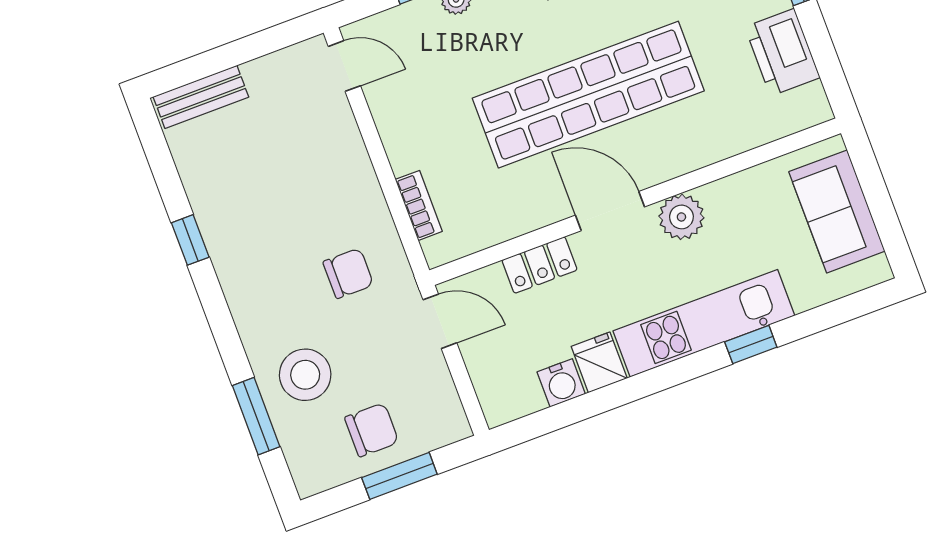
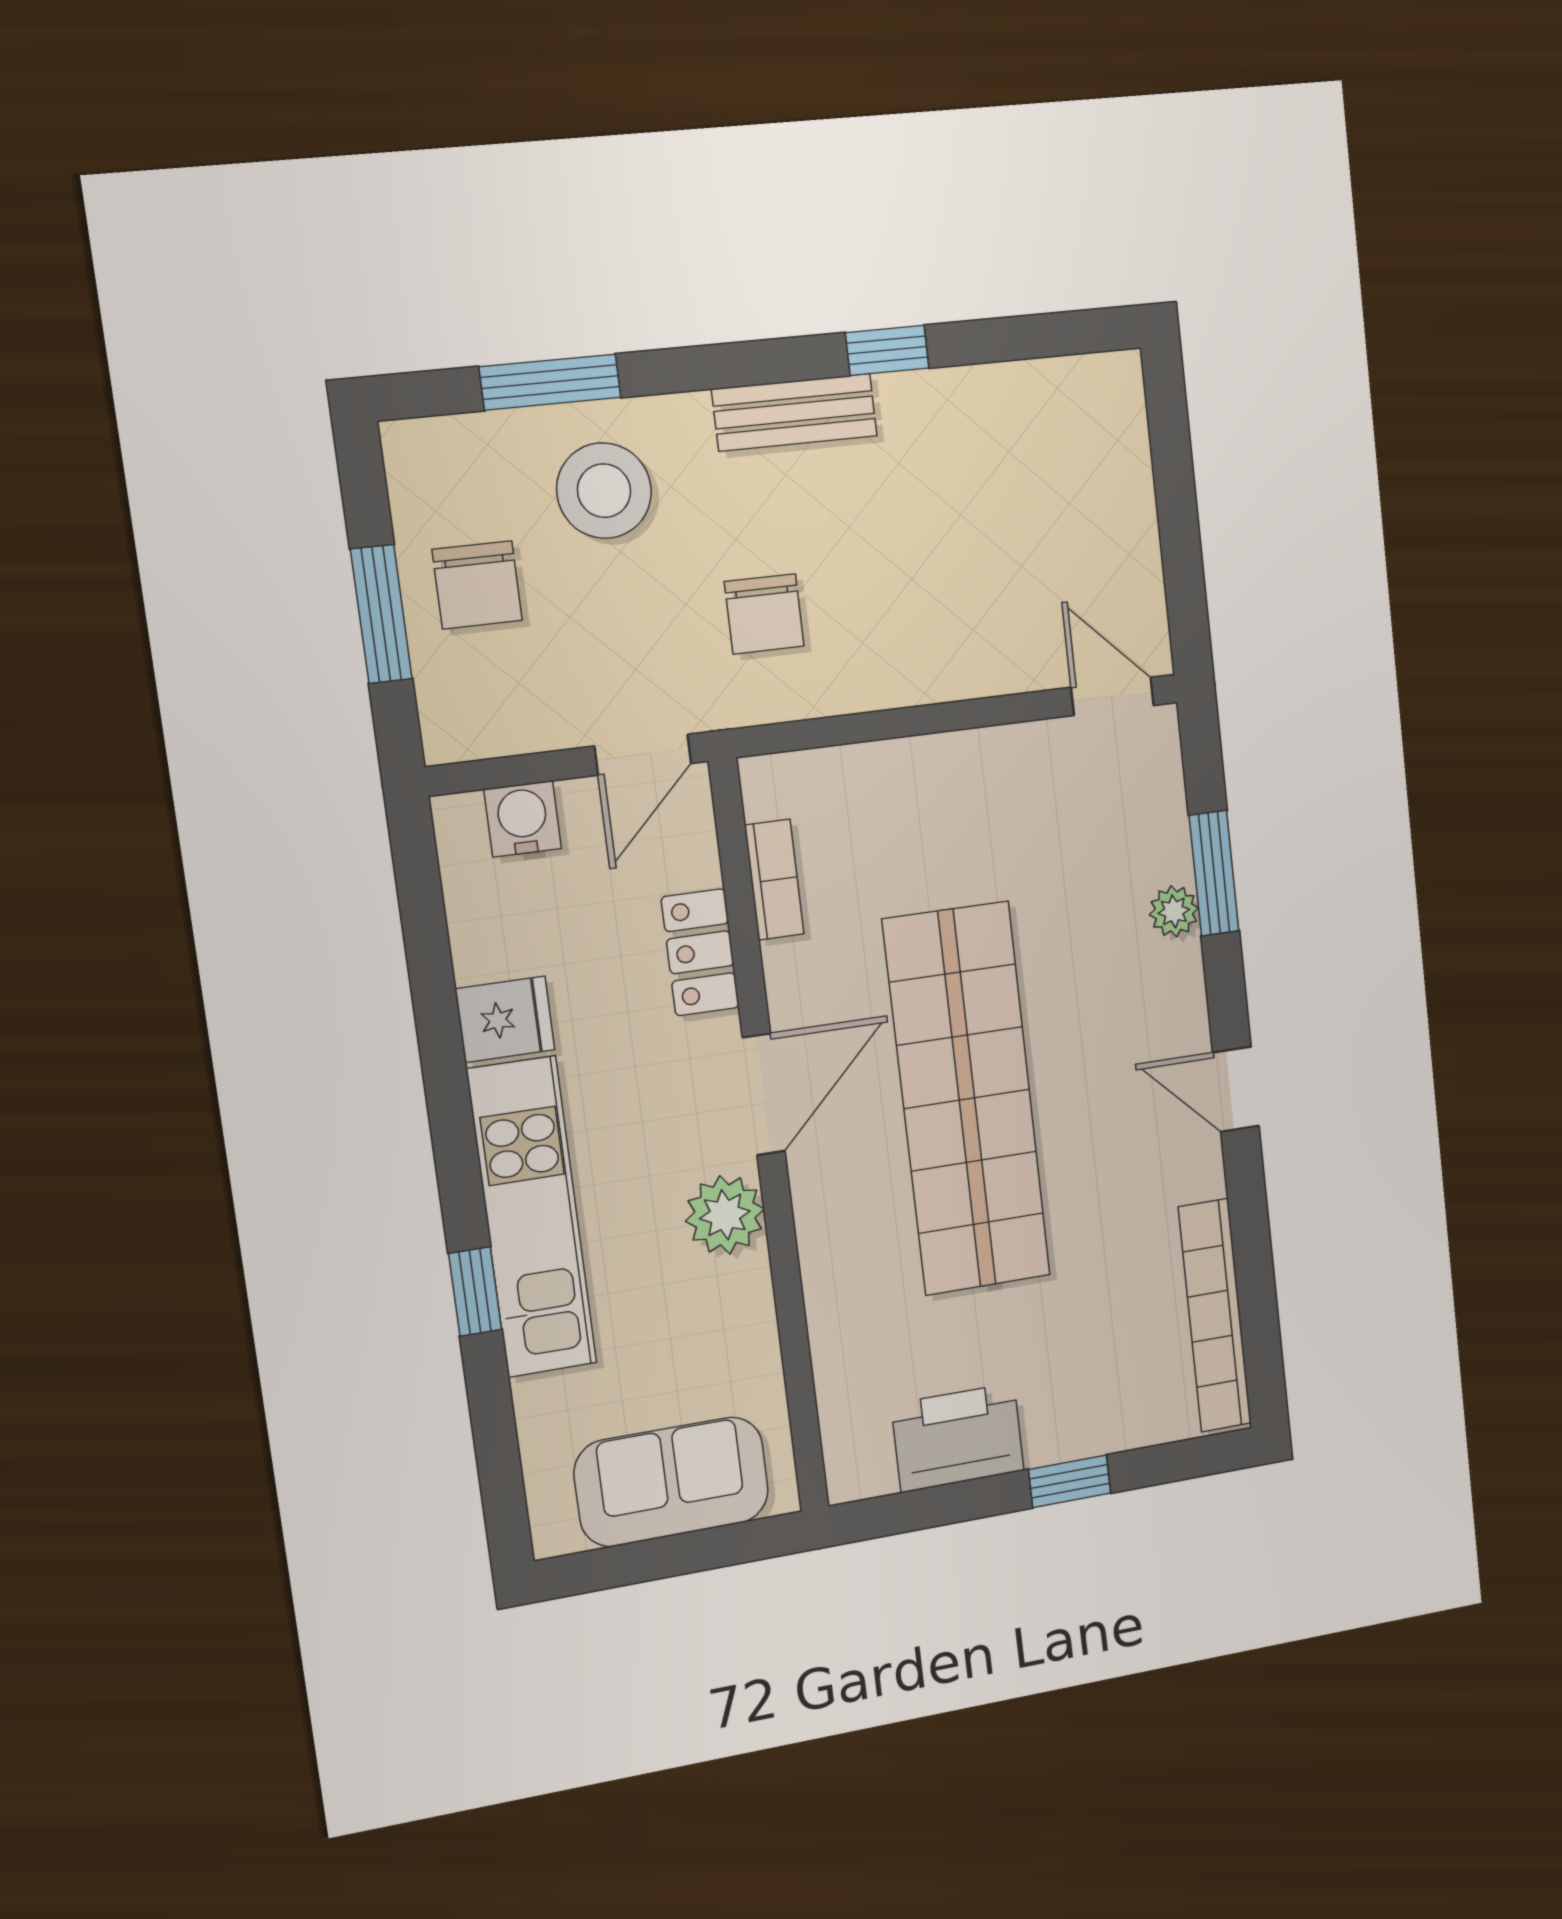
door: (344, 66) -> (1112, 696), swing flipped
bench: (201, 97) -> (795, 412), moved, turned 90
bookcase: (419, 205) -> (774, 880), moved, turned -90
water cooler: (561, 383) -> (523, 819), moved, turned 90

